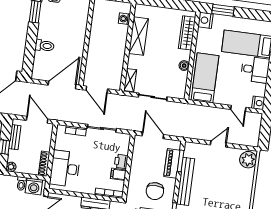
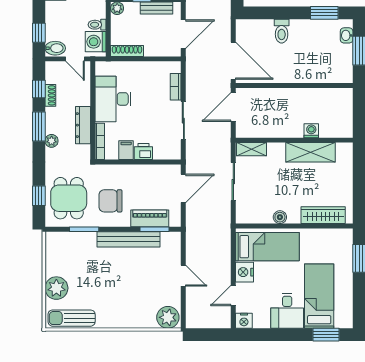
washing machine: (124, 19) -> (311, 131), moved
nightstand: (206, 20) -> (245, 272), moved, turned -90
desk: (65, 169) -> (113, 99), moved, turned -90

